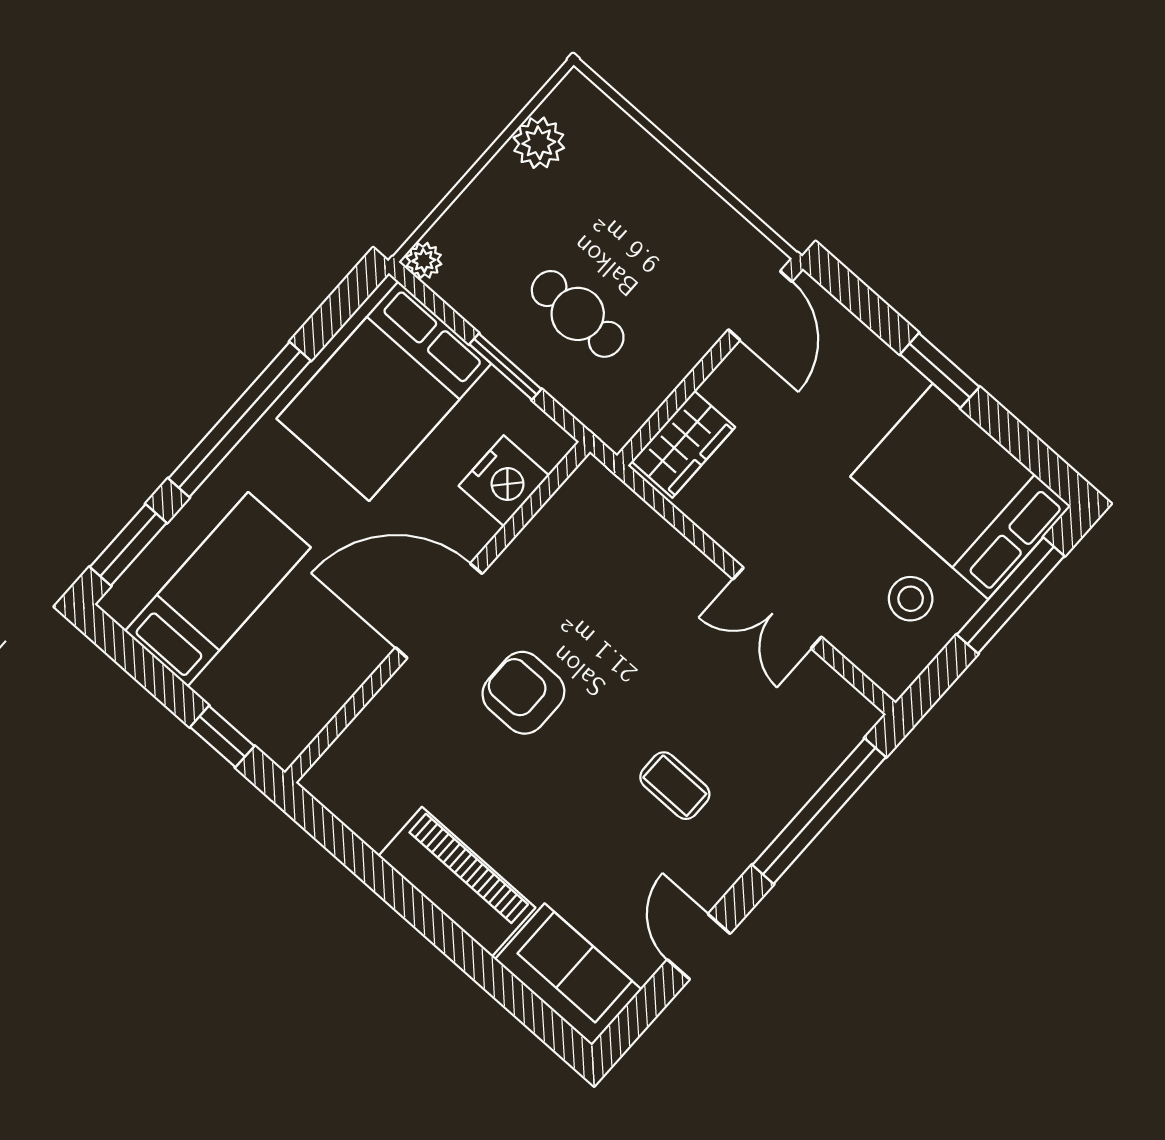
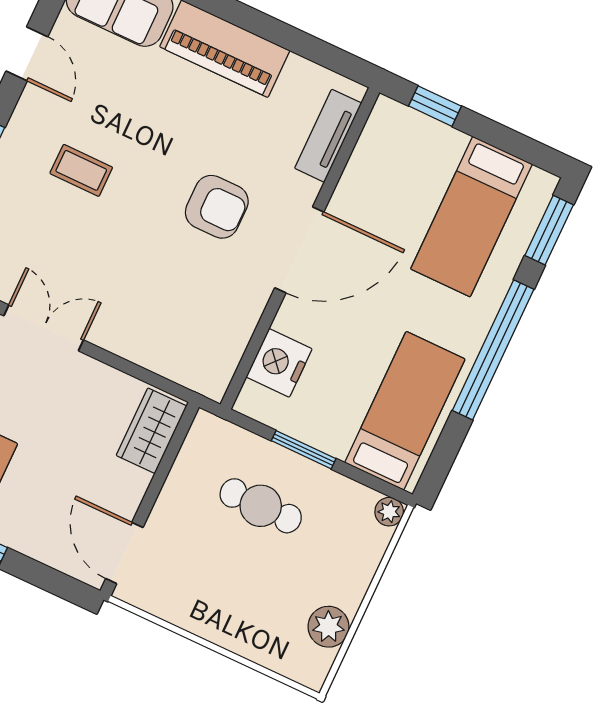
bed: (384, 391) -> (405, 411), width x0.67
tv unit: (363, 739) -> (328, 136), added

